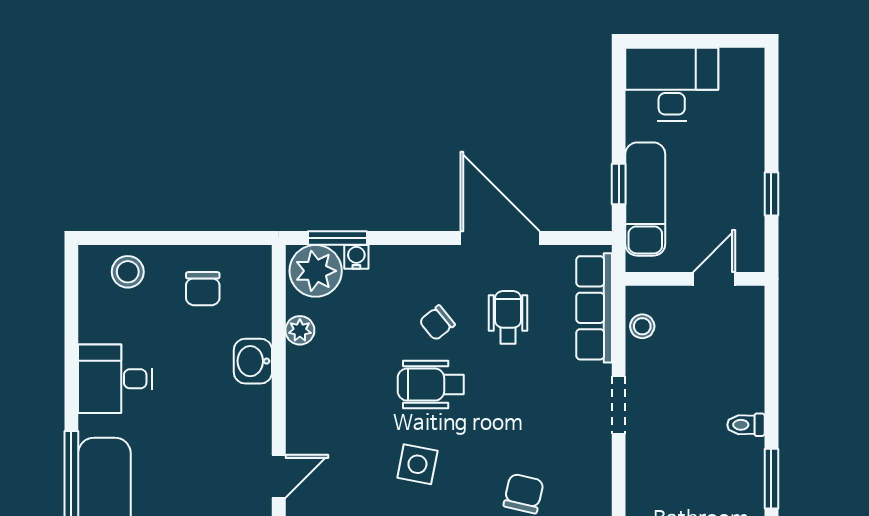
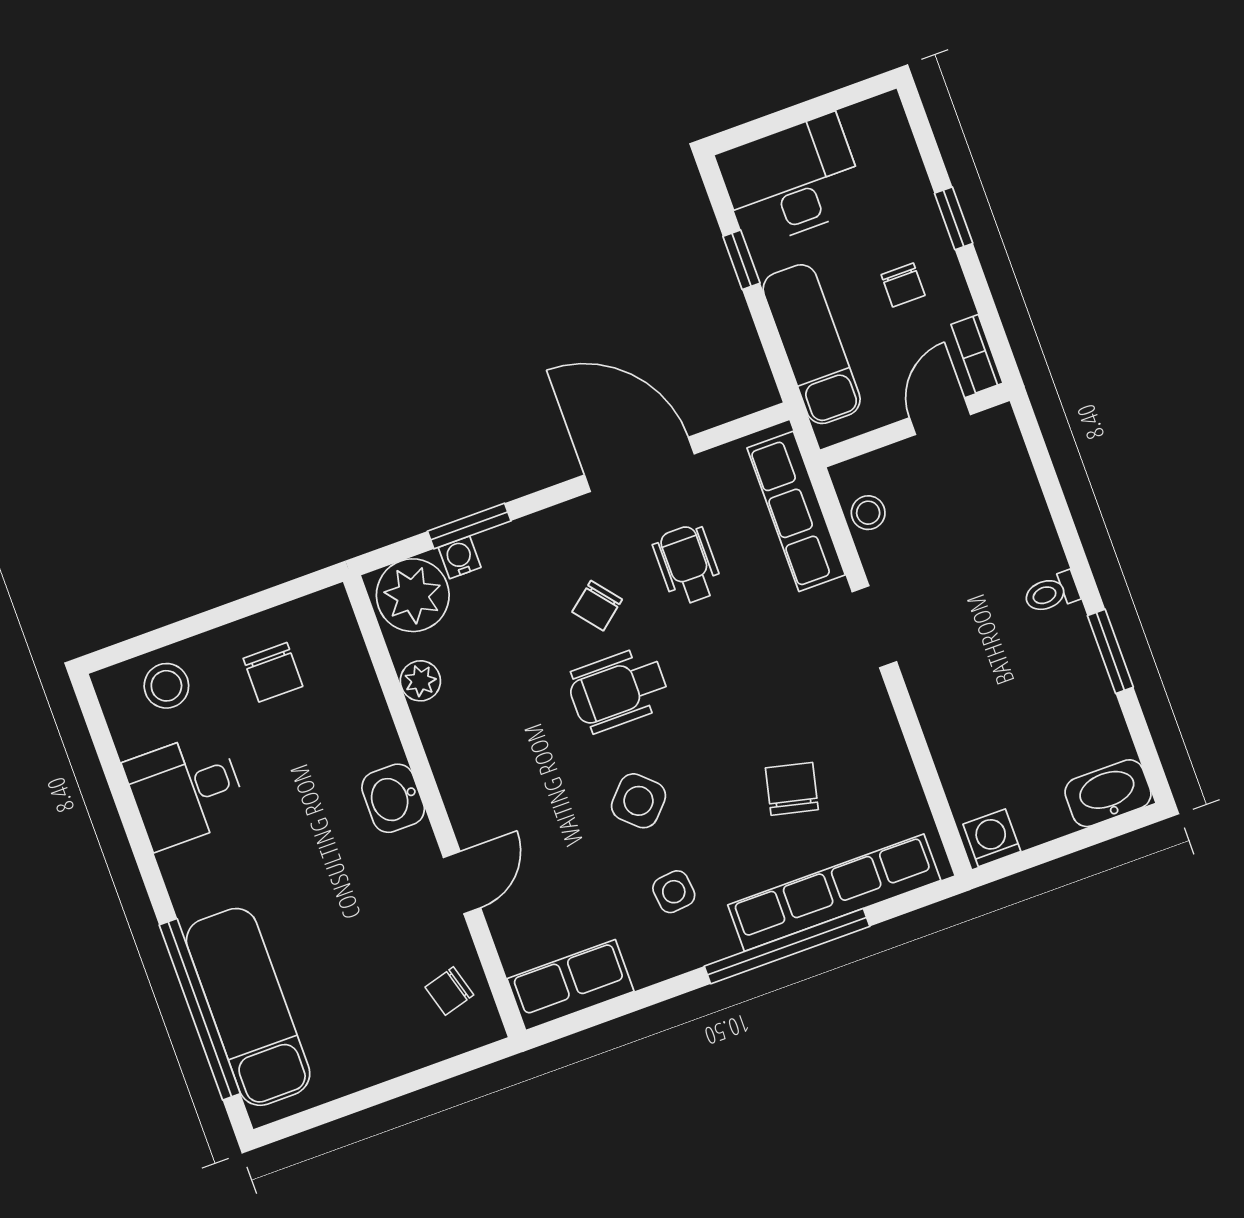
chair: (721, 182) -> (903, 285), added
window: (619, 184) -> (741, 260), moved
window: (771, 194) -> (954, 218), moved
window: (337, 238) -> (469, 526), moved
bookcase: (754, 246) -> (977, 354), added
washbasin: (253, 361) -> (393, 798), moved
desk: (115, 379) -> (186, 790), moved
side table: (417, 464) -> (639, 801), turned 32

